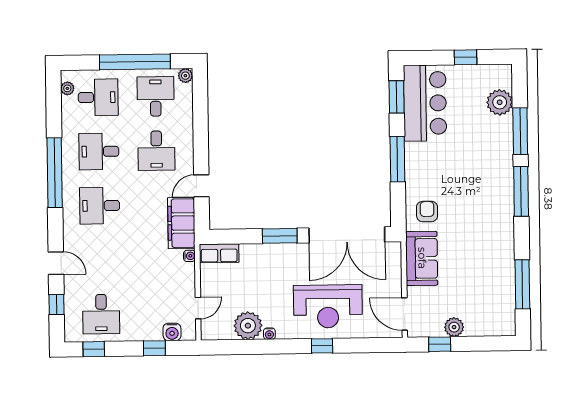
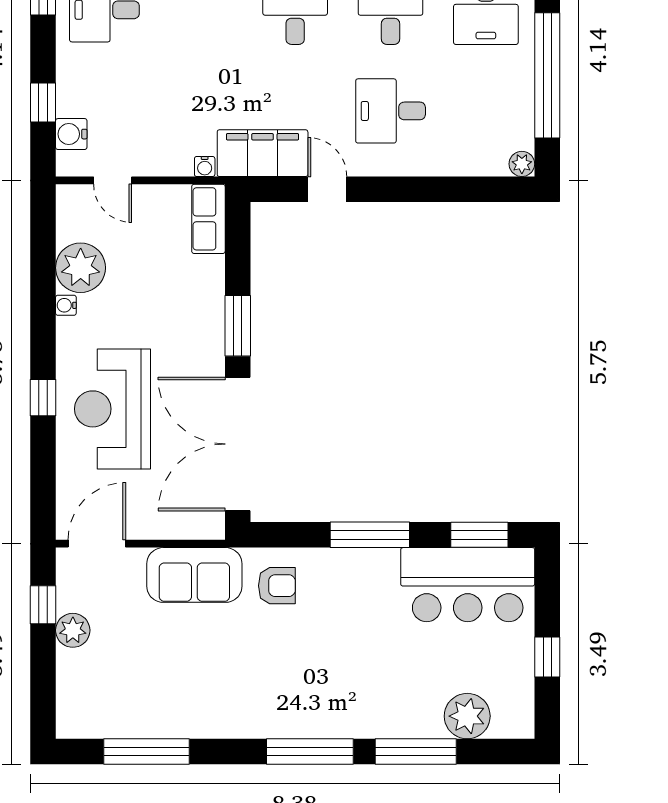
desk: (156, 96) -> (486, 111), removed

